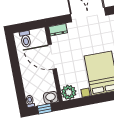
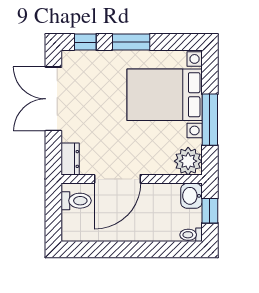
toilet: (26, 39) -> (76, 201), moved
window: (93, 100) -> (210, 120), added

